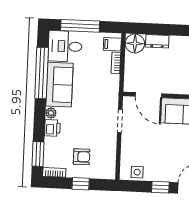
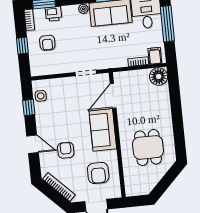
dresser: (157, 41) -> (164, 97), removed
printer: (52, 128) -> (53, 14), moved
window: (160, 187) -> (29, 107), moved

